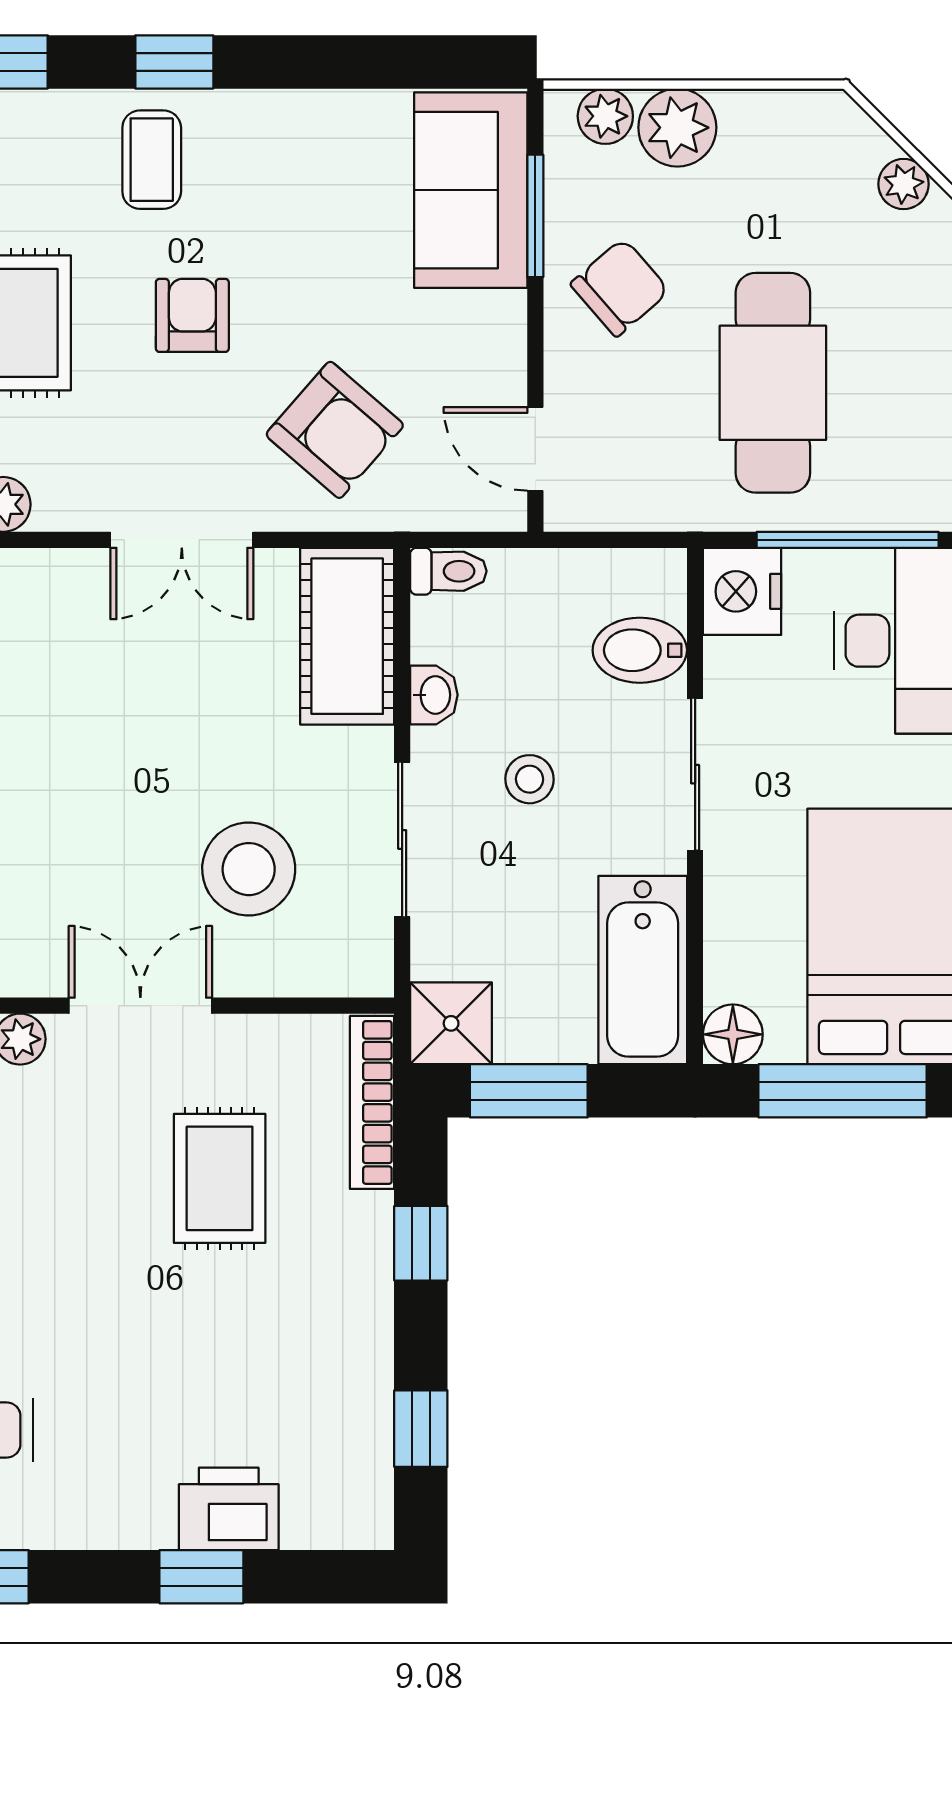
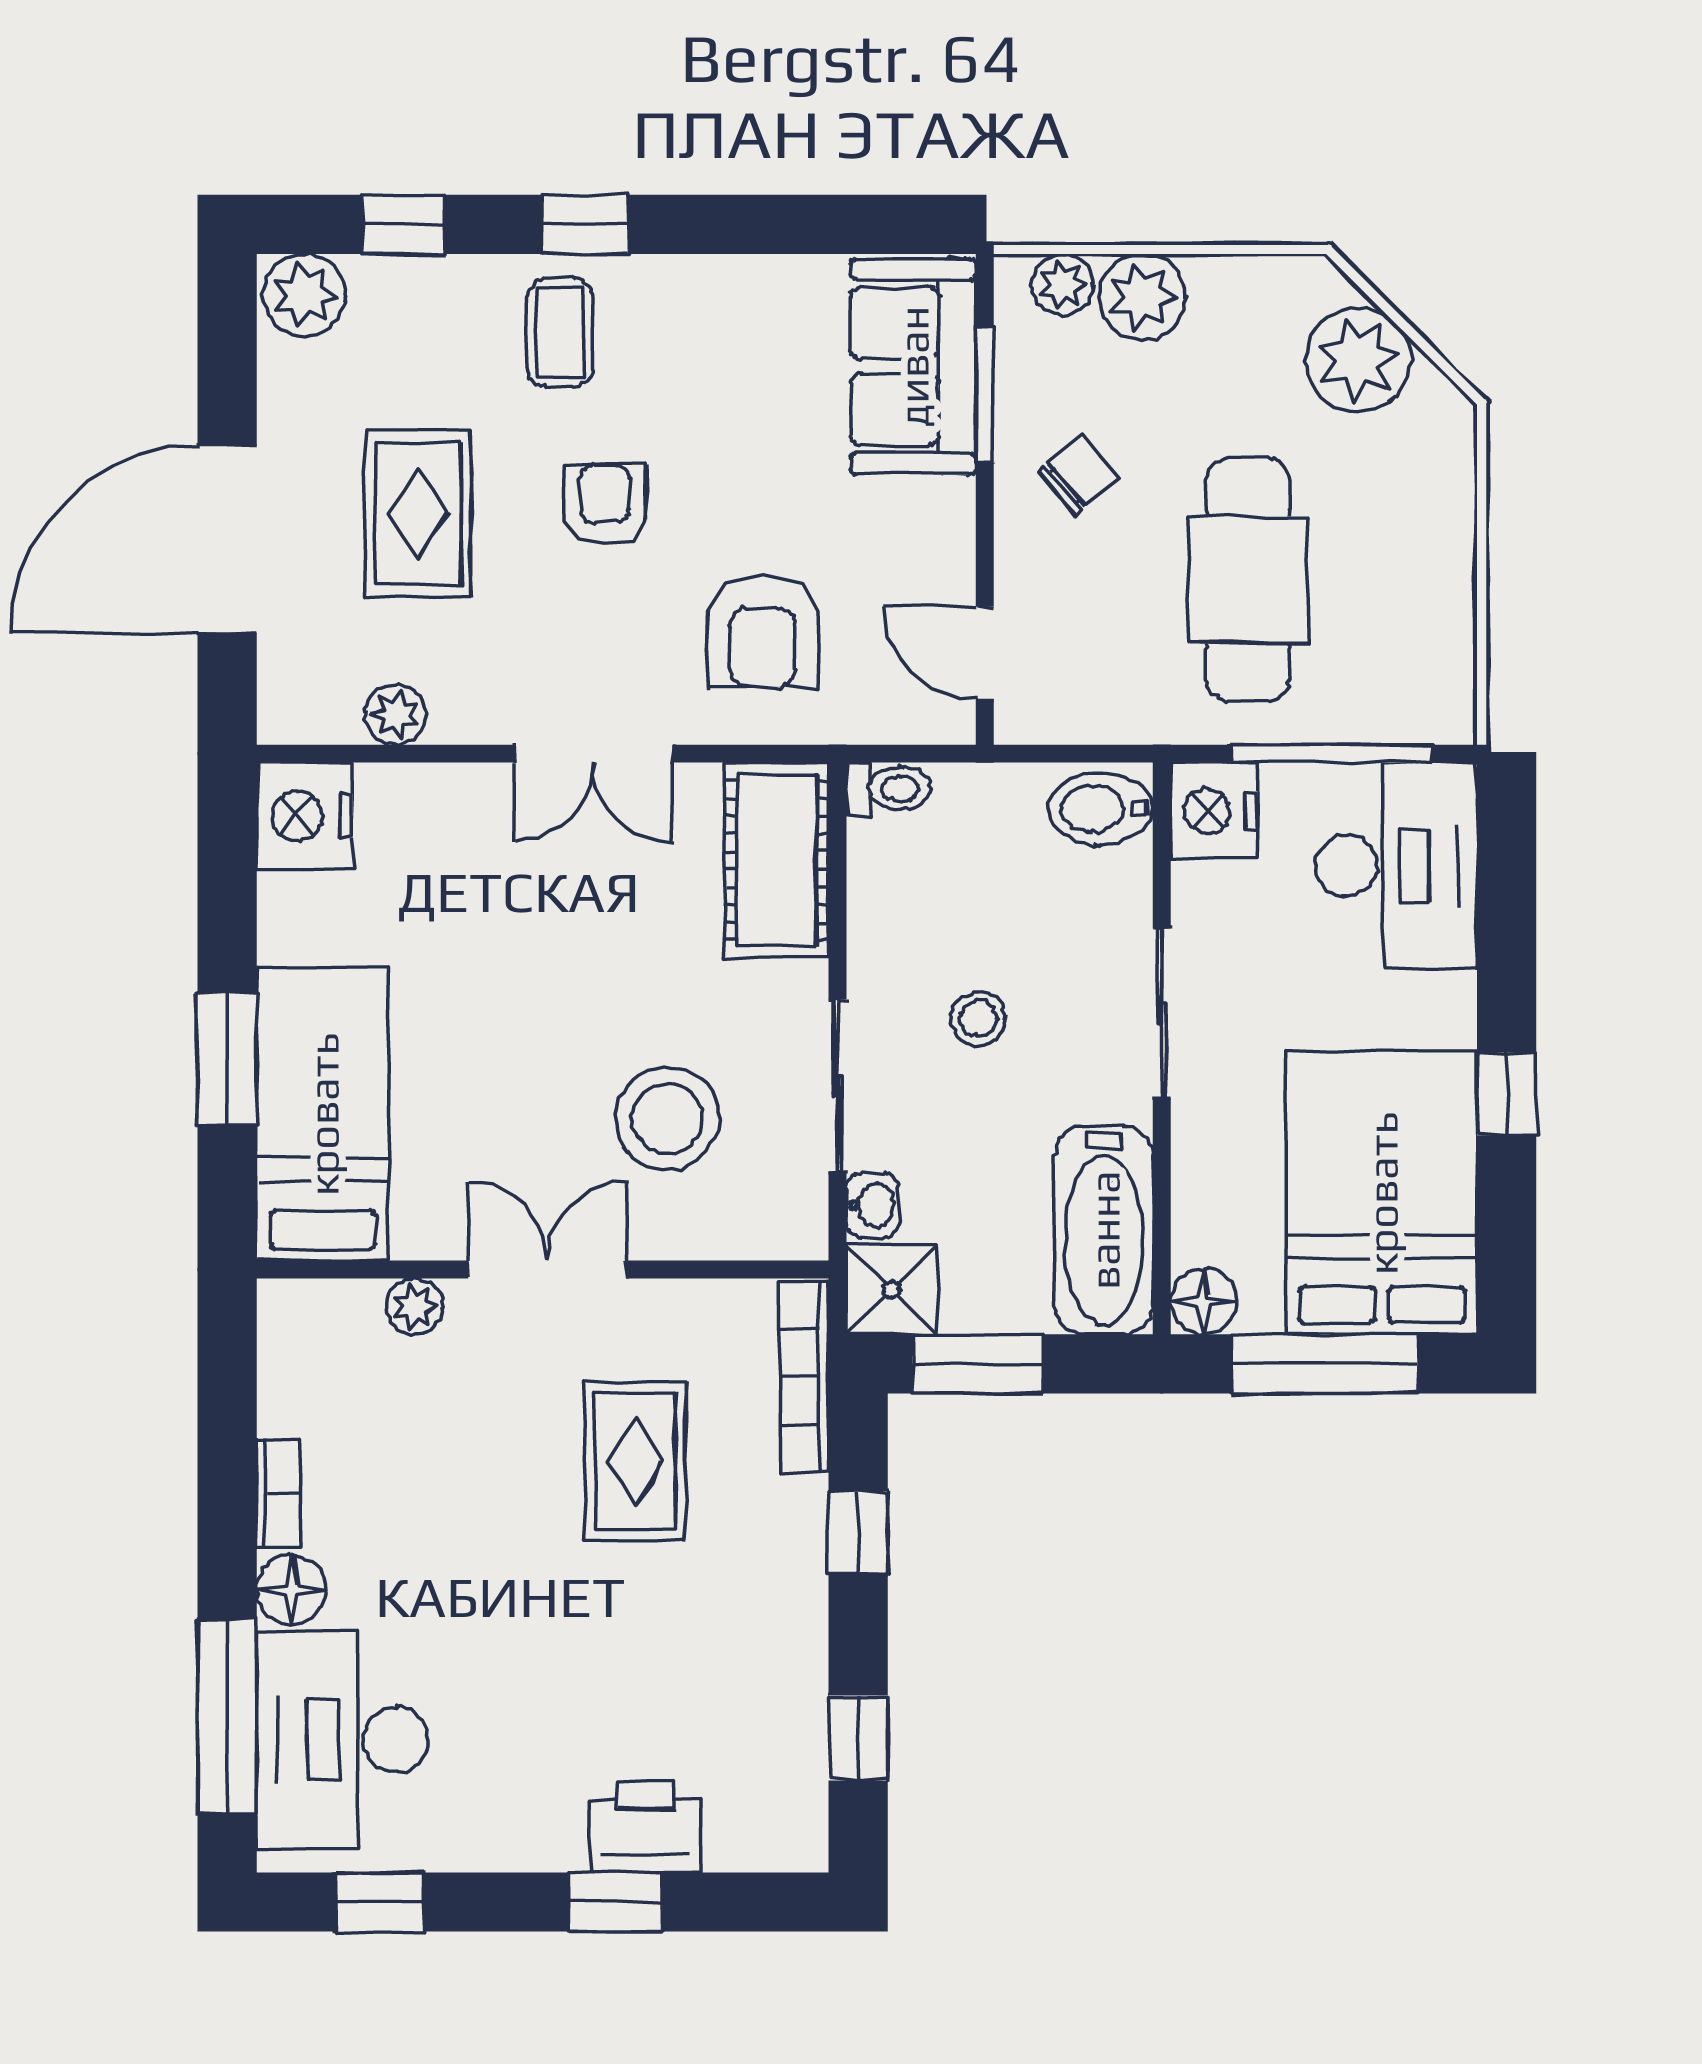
plant: (904, 184) -> (1358, 360), width x1.88, depth x1.88
chair: (620, 287) -> (1079, 474), width x0.73, depth x0.73
armchair: (335, 430) -> (763, 632), turned 49
bidet: (640, 650) -> (1101, 809), moved
washbasin: (434, 695) -> (873, 1206), moved

